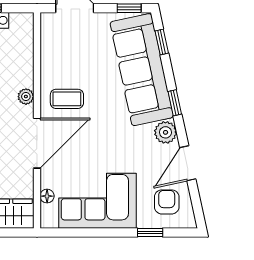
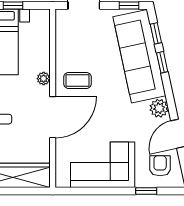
window: (175, 103) -> (162, 62), moved
floor lamp: (47, 196) -> (61, 161), removed

